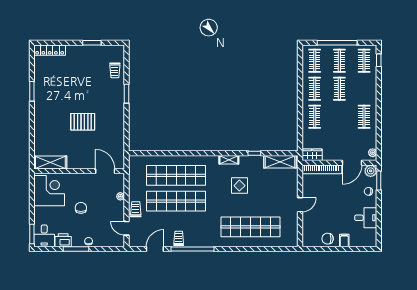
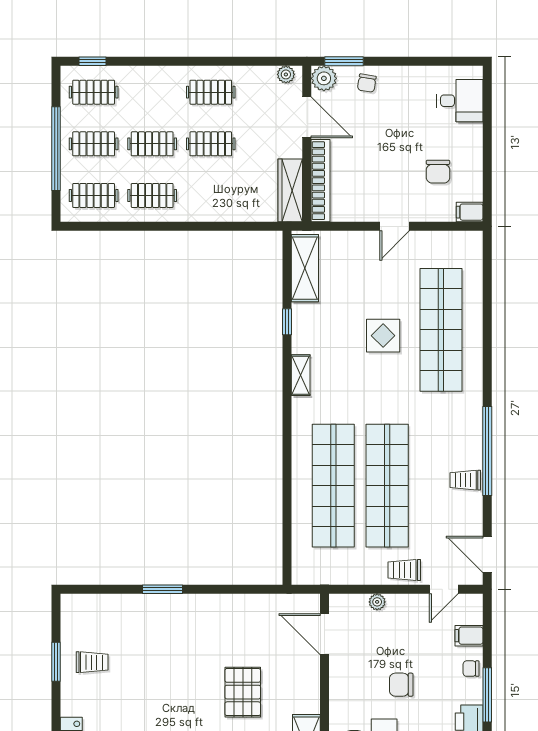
trolley: (115, 70) -> (92, 662), moved
clothes rail: (315, 117) -> (211, 144), moved
pallet: (83, 122) -> (243, 692), moved
wardrobe: (312, 155) -> (290, 190), width x1.50
door: (105, 171) -> (324, 634), hinge flipped
display table: (239, 186) -> (383, 336), moved
door: (300, 205) -> (395, 226), swing flipped
desk: (366, 218) -> (460, 101), moved, turned 90
chair: (328, 239) -> (438, 172), moved
filing cabinet: (104, 240) -> (469, 636), added
filing cabinet: (344, 241) -> (470, 212), moved
door: (155, 249) -> (487, 554), moved

